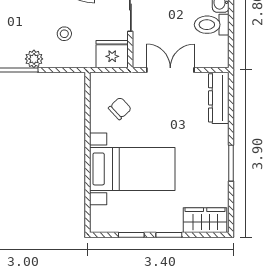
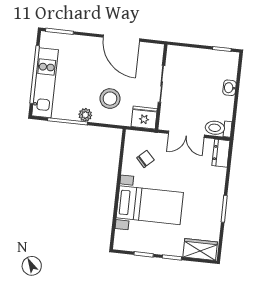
toilet: (212, 25) -> (218, 128), moved
stool: (64, 34) -> (110, 99), width x1.89, depth x1.89
double door: (170, 70) -> (186, 134), swing flipped
dresser: (219, 98) -> (221, 153), width x0.70

